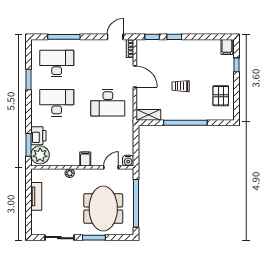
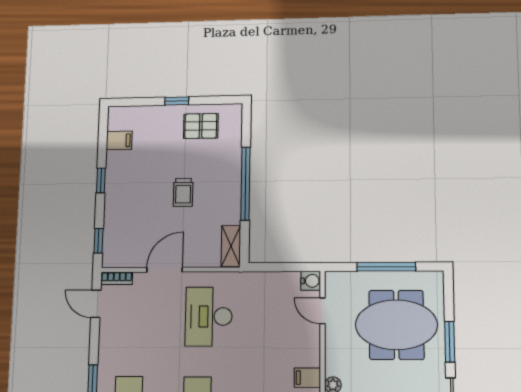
window: (174, 37) -> (101, 180), moved
filing cabinet: (227, 47) -> (119, 140), moved
window: (236, 65) -> (177, 101), moved
desk: (108, 103) -> (209, 316), turned 180
filing cabinet: (85, 159) -> (307, 378), moved
window: (136, 203) -> (386, 267), width x0.68

